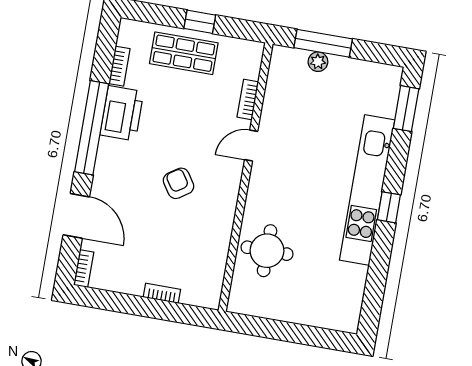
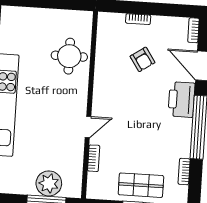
plant: (318, 62) -> (49, 183), width x1.88, depth x1.88
printer: (122, 113) -> (182, 100), moved
armchair: (178, 183) -> (143, 59), moved

